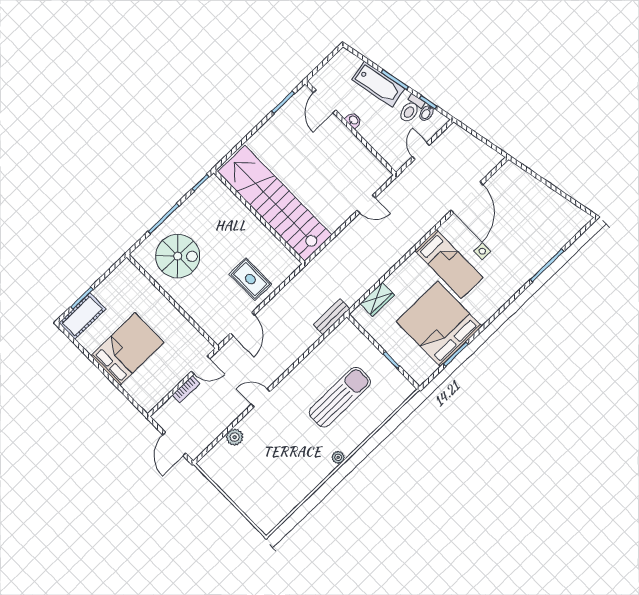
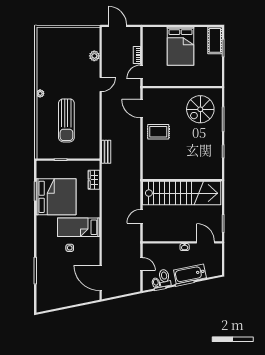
door: (467, 197) -> (101, 278), moved
stairs: (275, 203) -> (182, 193), moved
wall: (259, 217) -> (182, 180), moved

